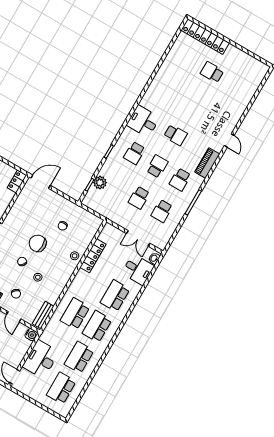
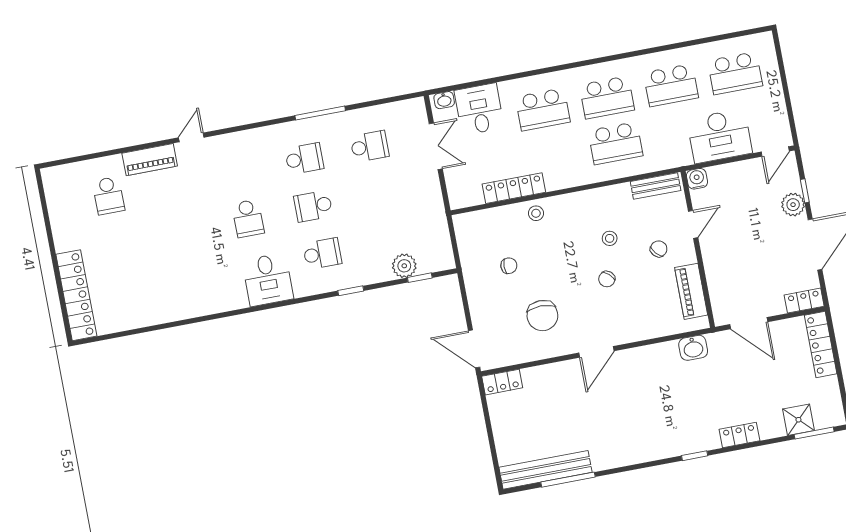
school desk: (212, 72) -> (109, 196), moved
school desk: (175, 135) -> (248, 218), turned 180
piano: (207, 163) -> (150, 160), moved
school desk: (139, 198) -> (379, 194), removed
chair: (38, 243) -> (542, 316), moved

